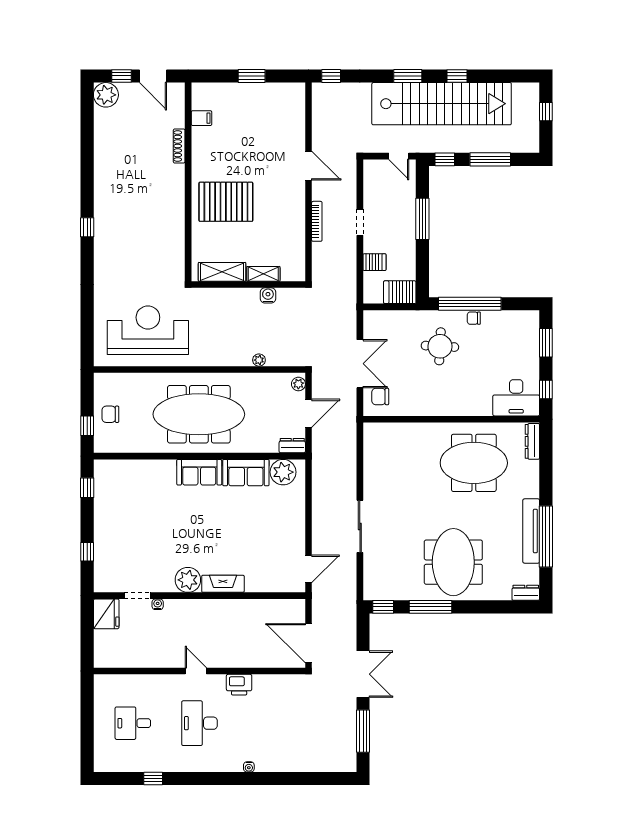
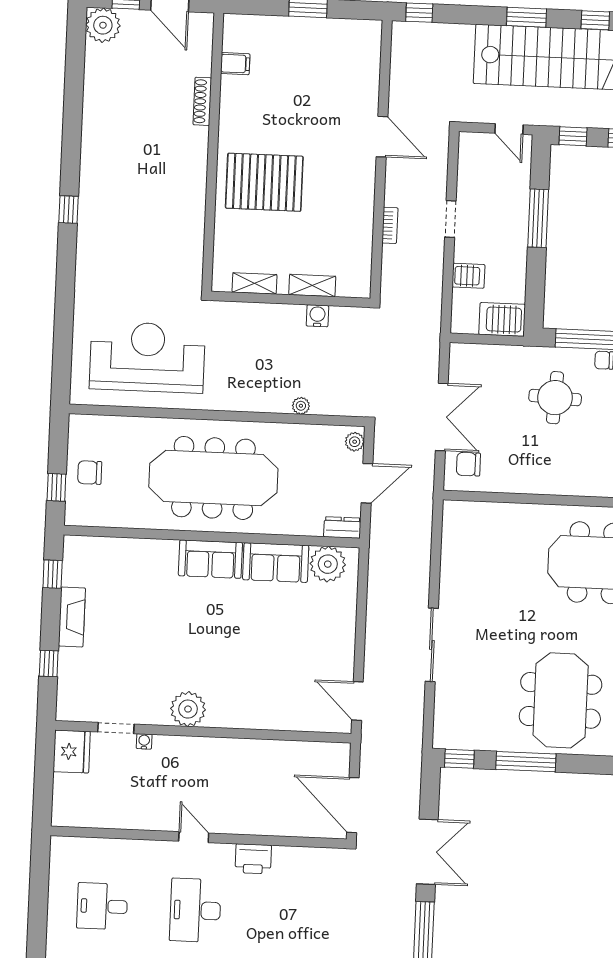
bookcase: (317, 221) -> (390, 225), width x0.64
shelving: (222, 272) -> (254, 283), width x0.67, depth x0.75
door: (308, 569) -> (357, 701), swing flipped
fireplace: (223, 584) -> (72, 617), moved, turned 90

